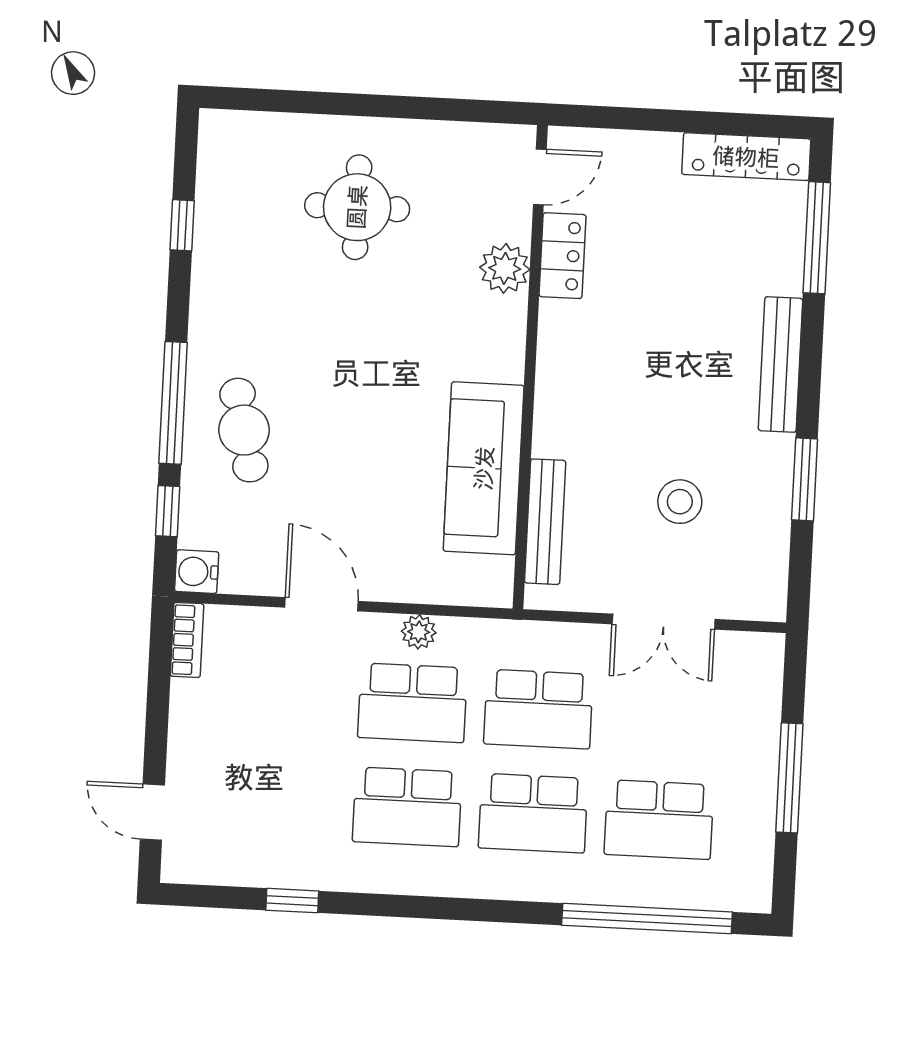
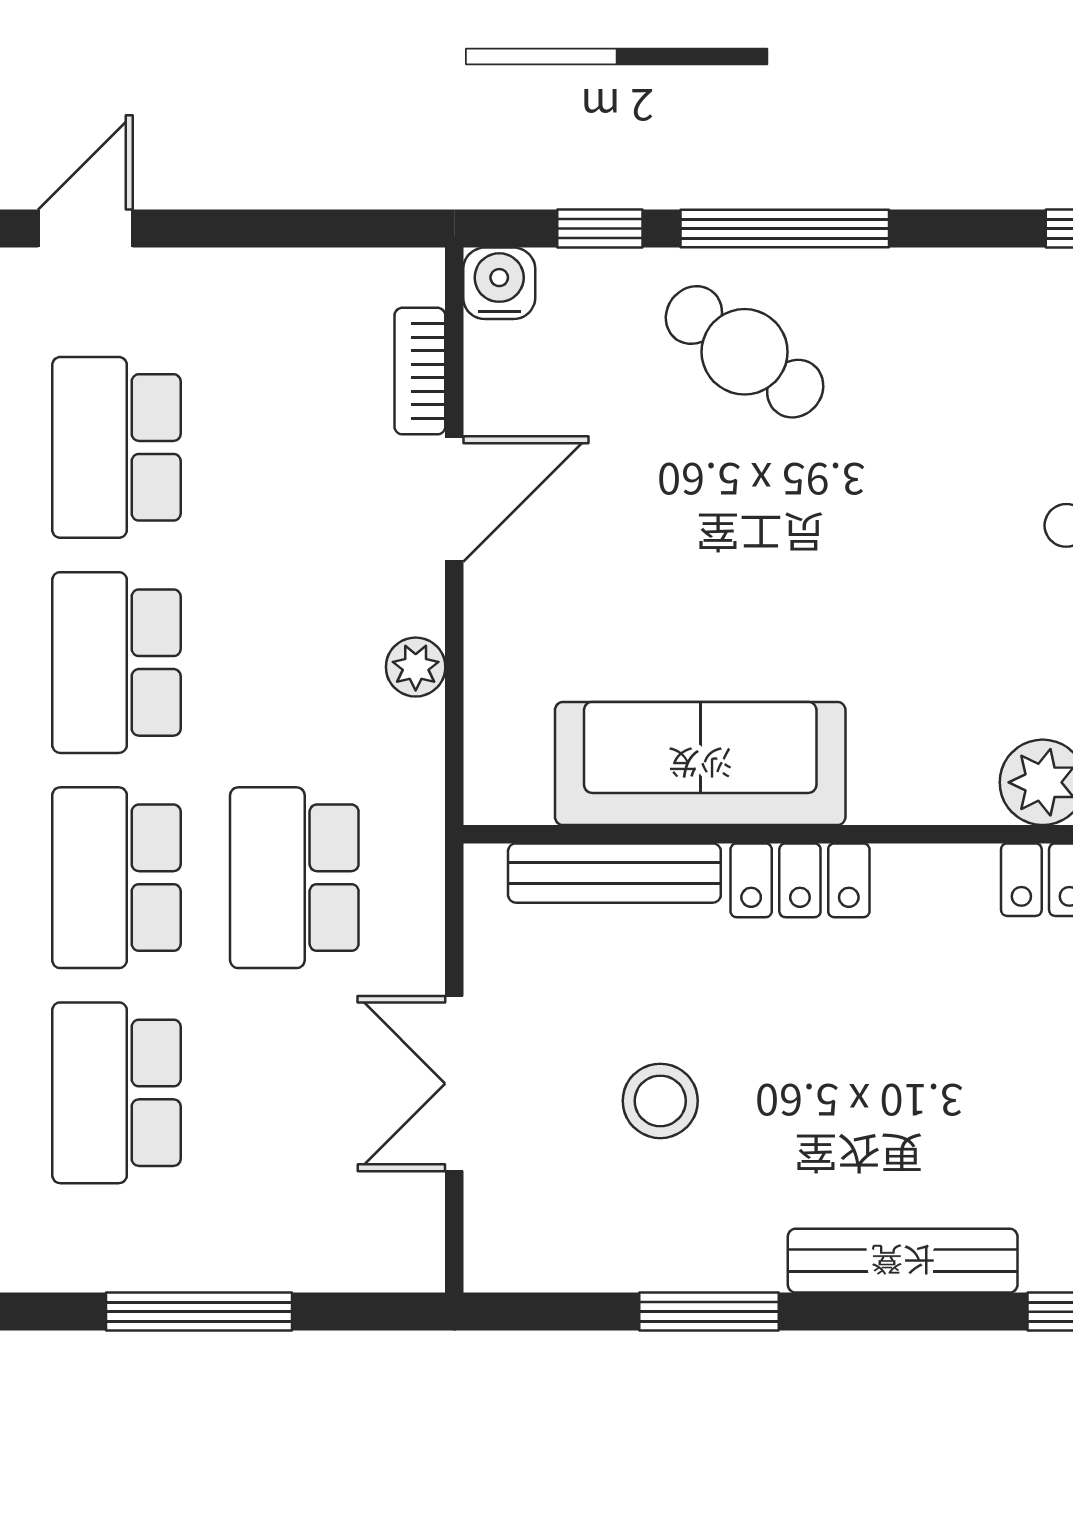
locker: (555, 413) -> (800, 880), added
cafe table: (244, 430) -> (745, 352), turned 49
bookcase: (187, 640) -> (420, 371), moved, turned 90
school desk: (412, 703) -> (116, 447), moved

